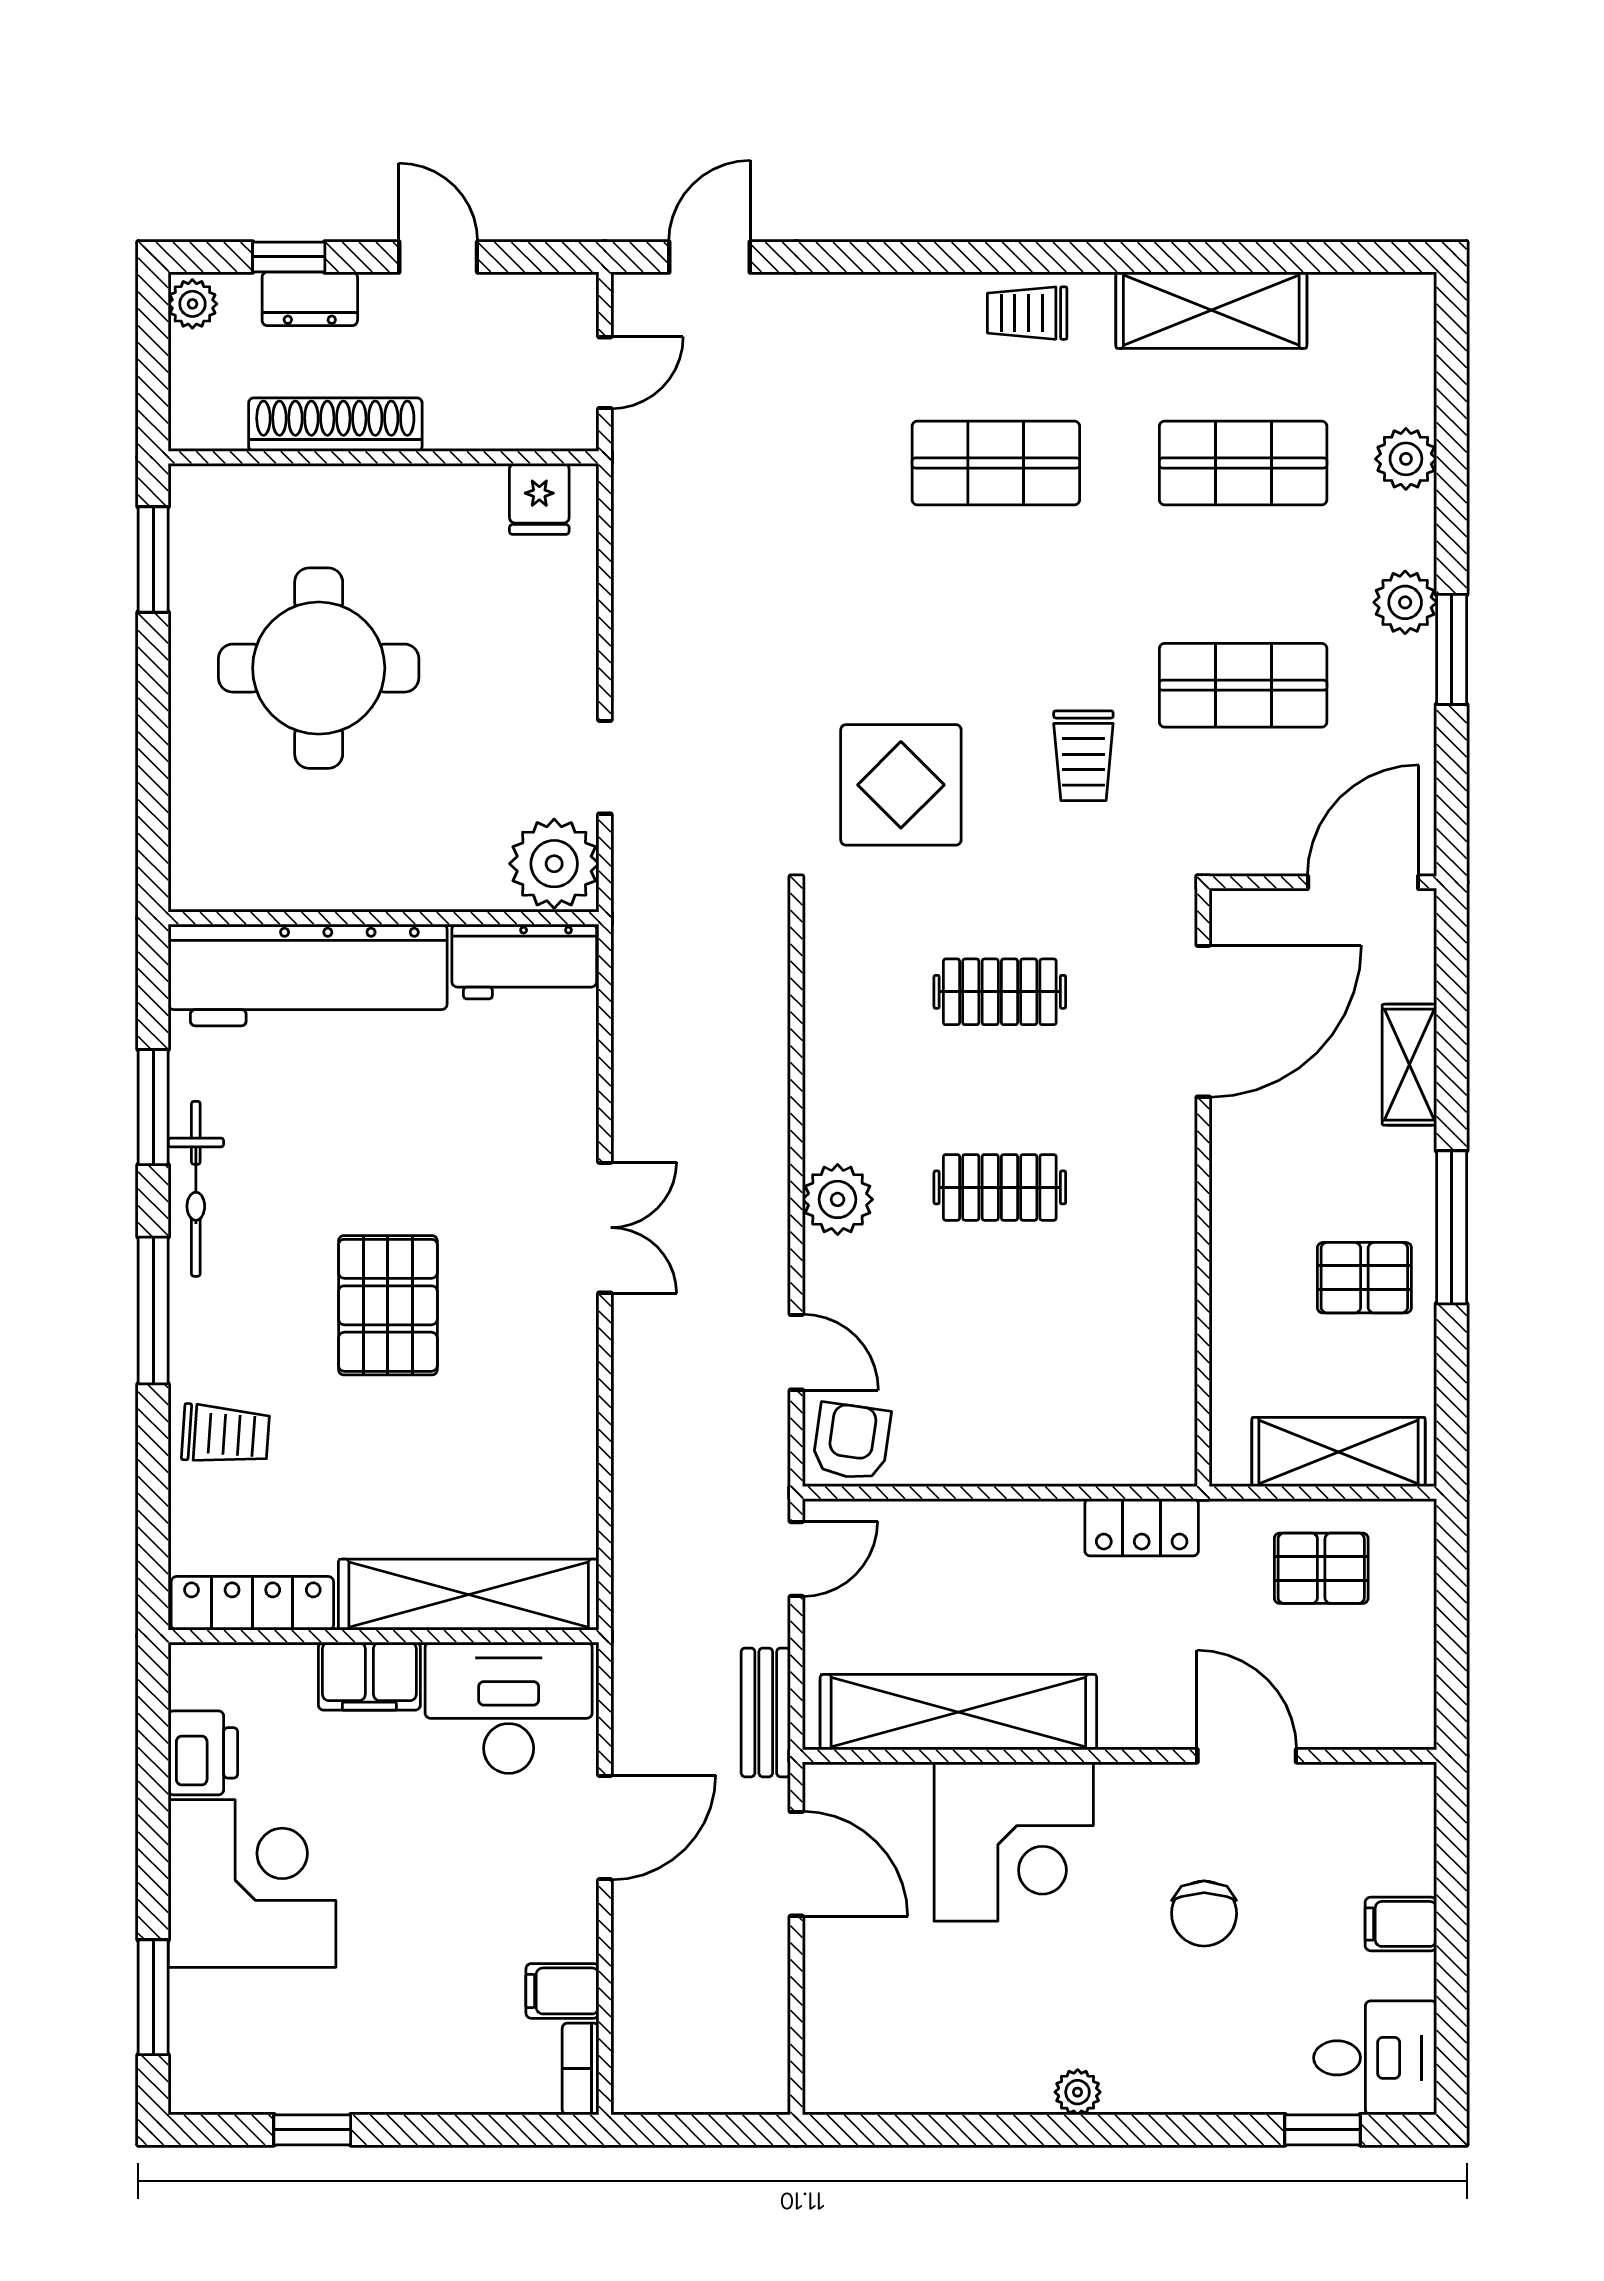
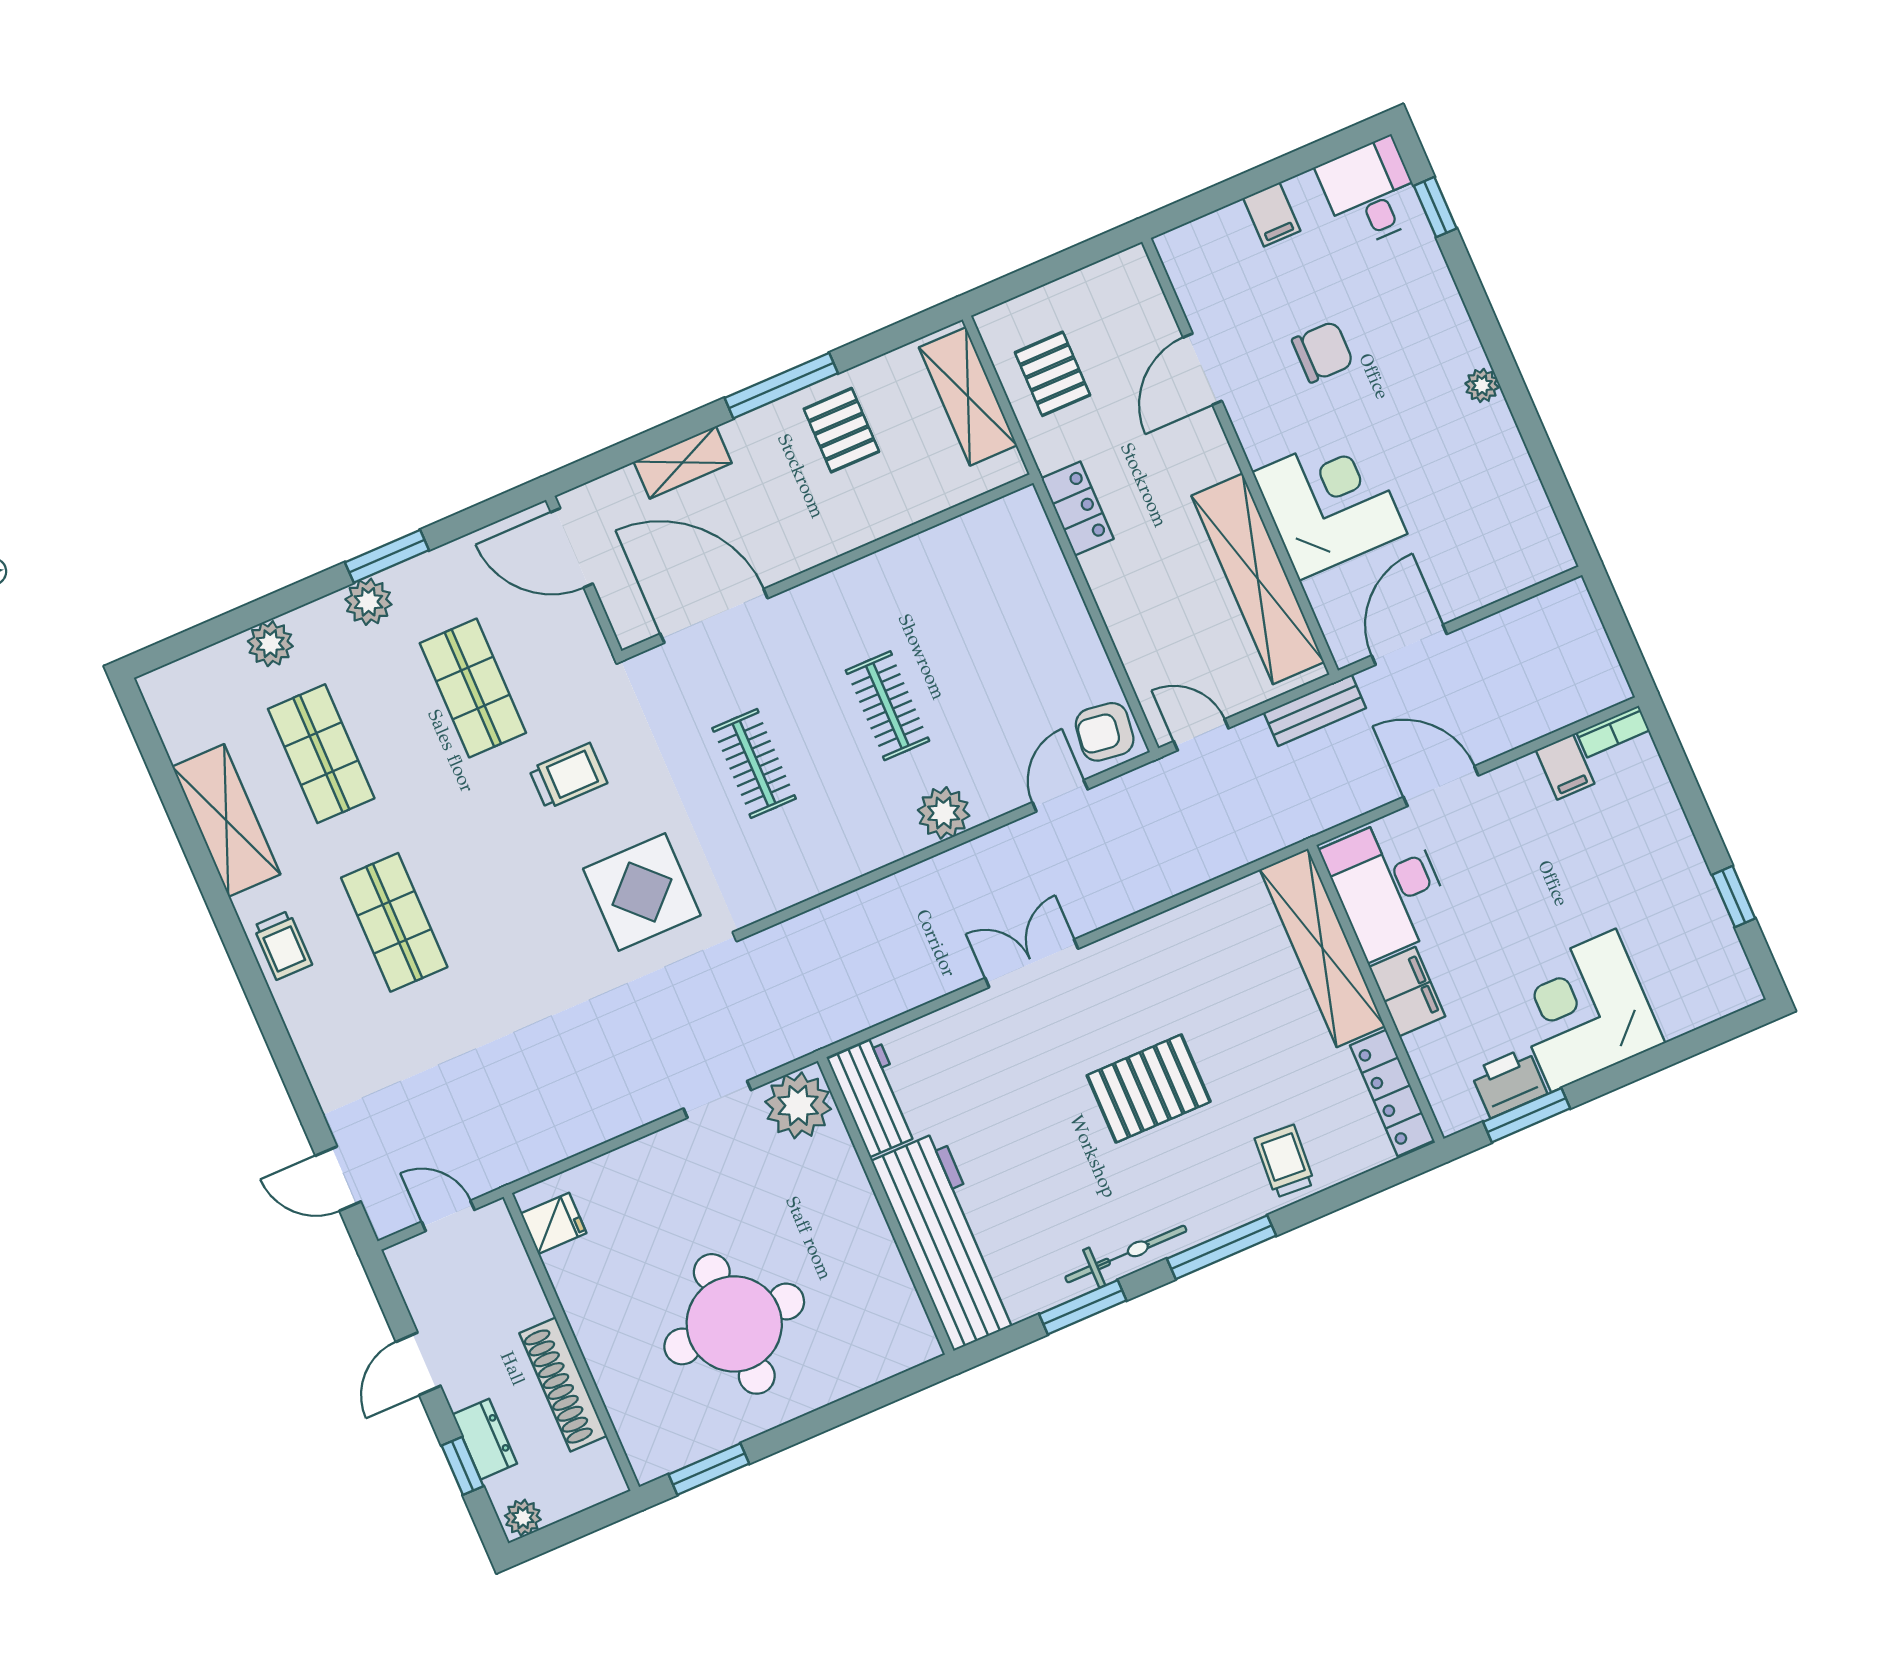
window: (153, 1997) -> (1527, 1115), moved

